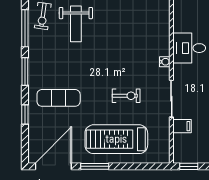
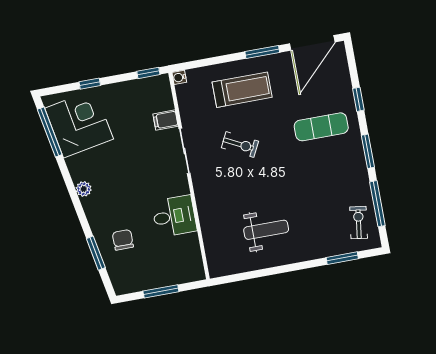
weight bench: (76, 24) -> (266, 230), moved, turned 90
water cooler: (165, 62) -> (179, 77), moved
exercise bike: (126, 96) -> (240, 144), turned -153
treadmill: (116, 139) -> (242, 90), width x0.73, depth x0.73

